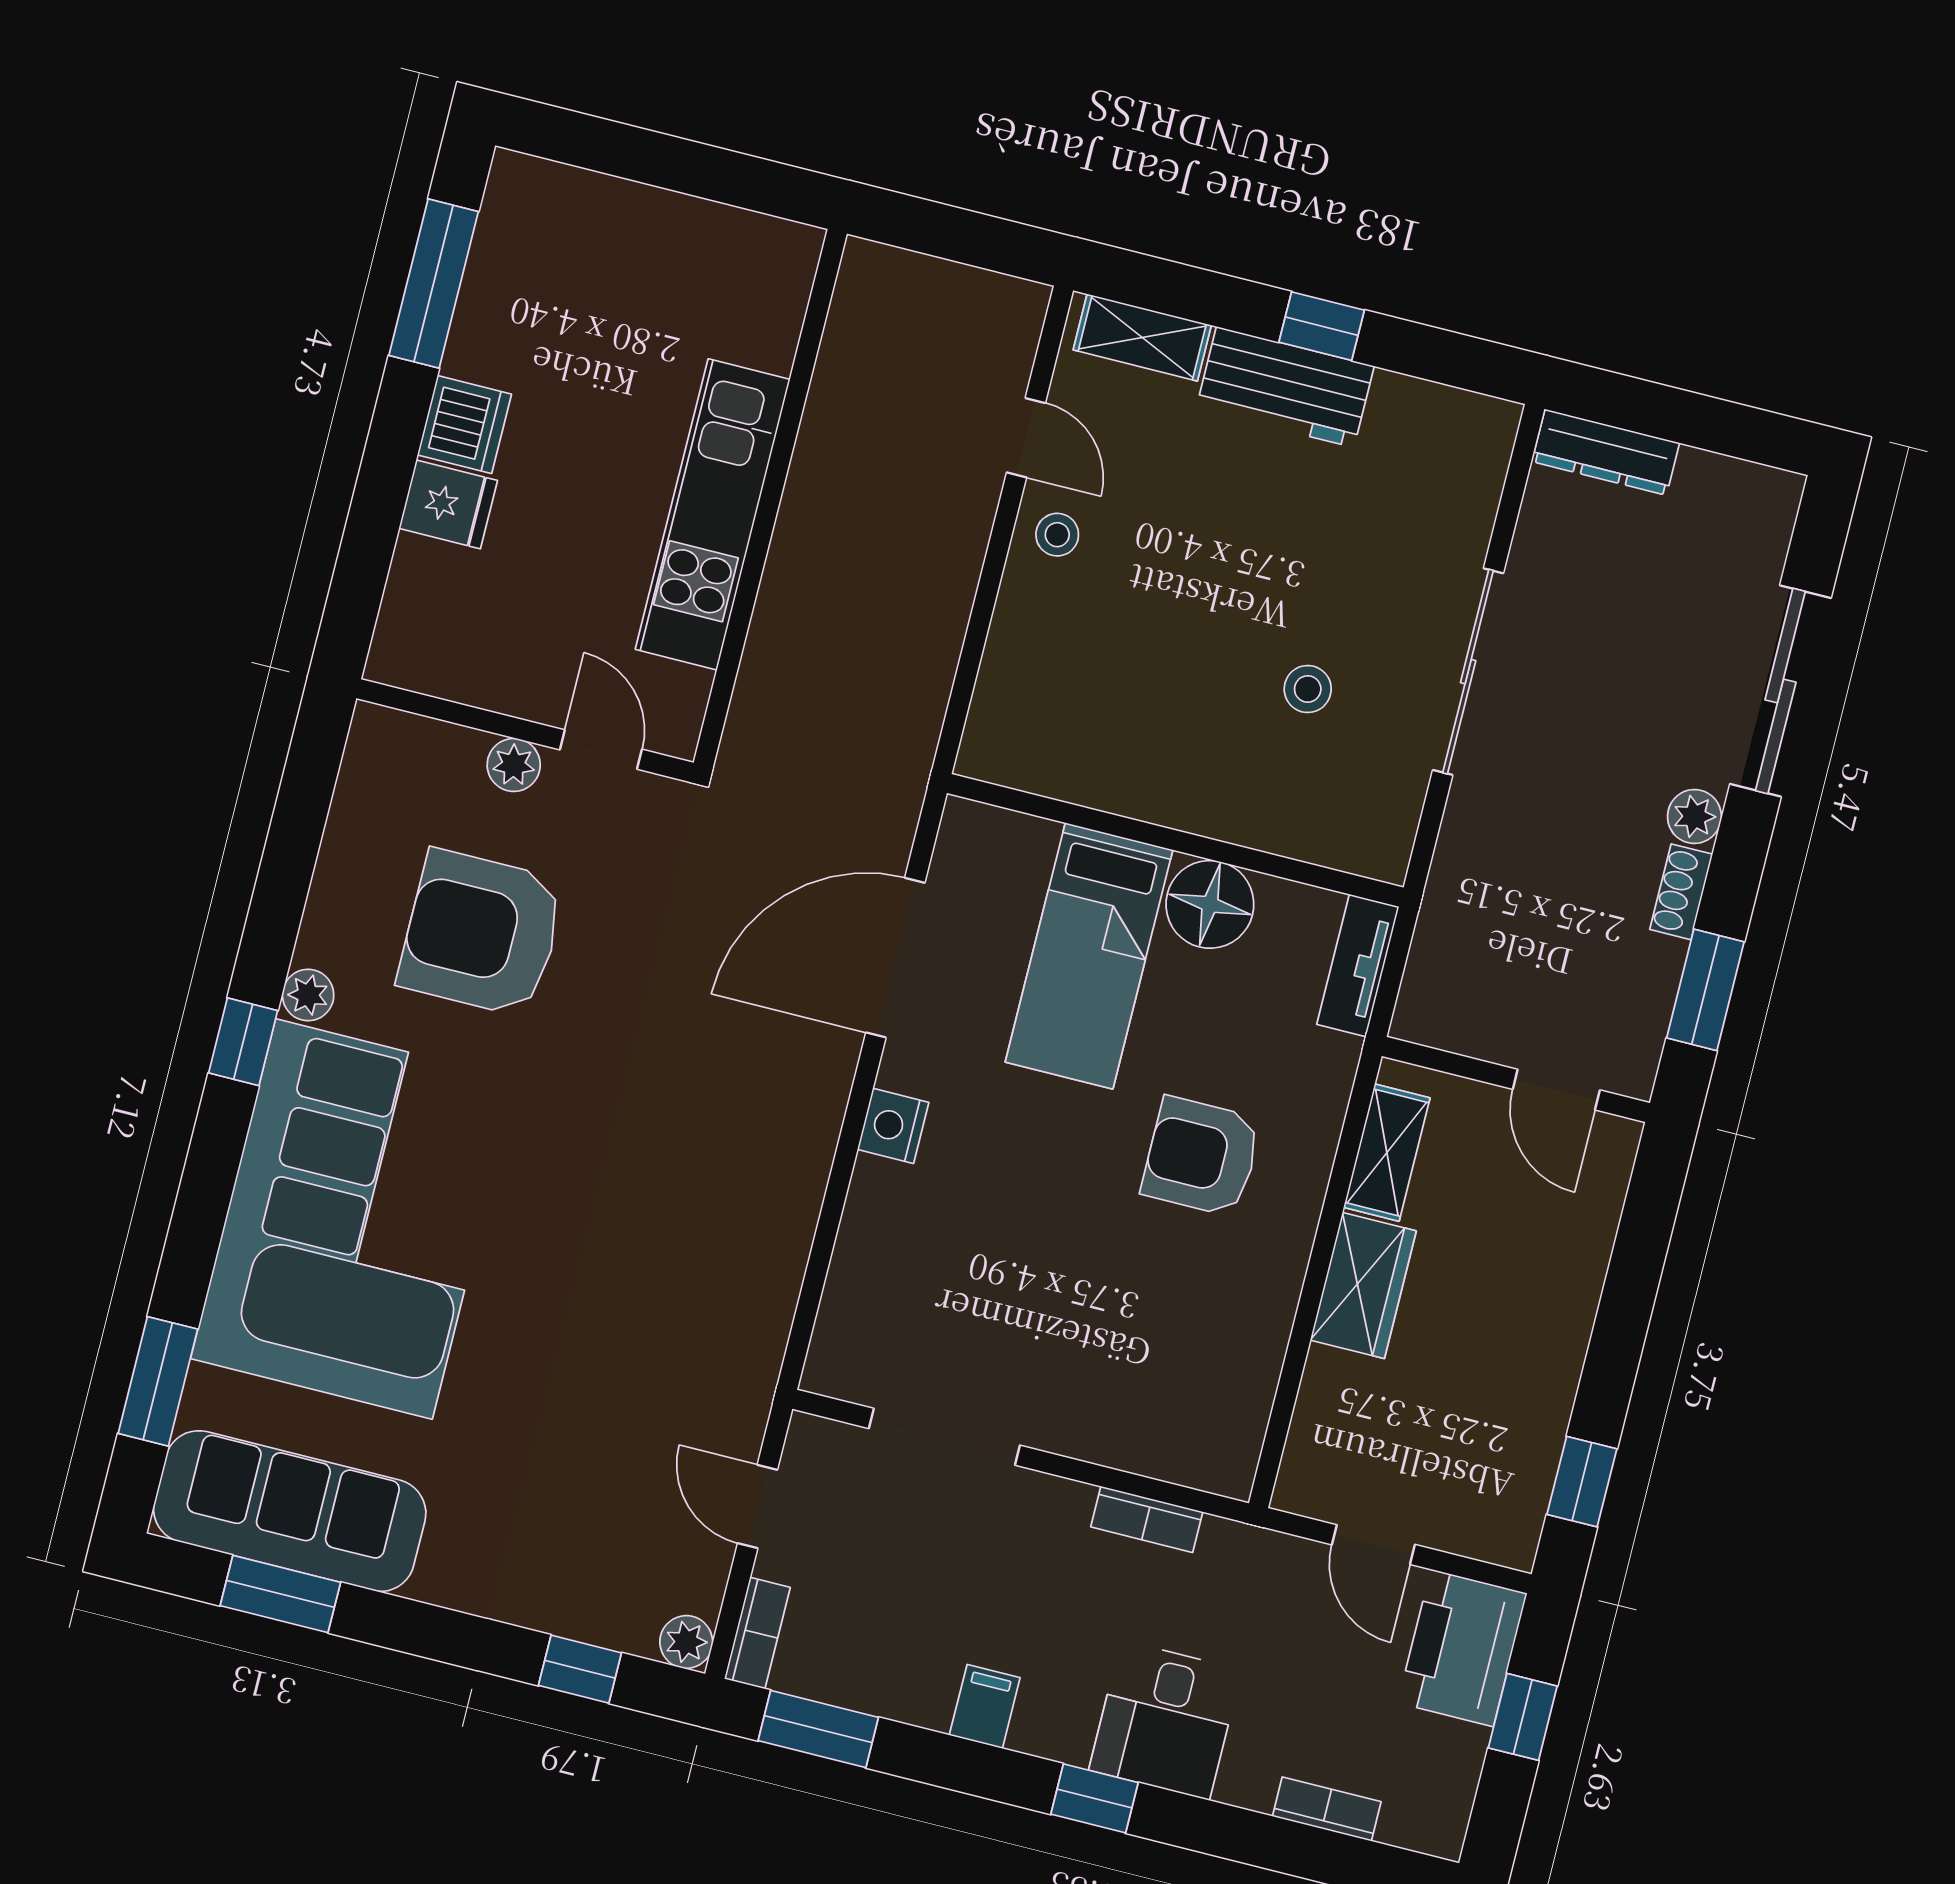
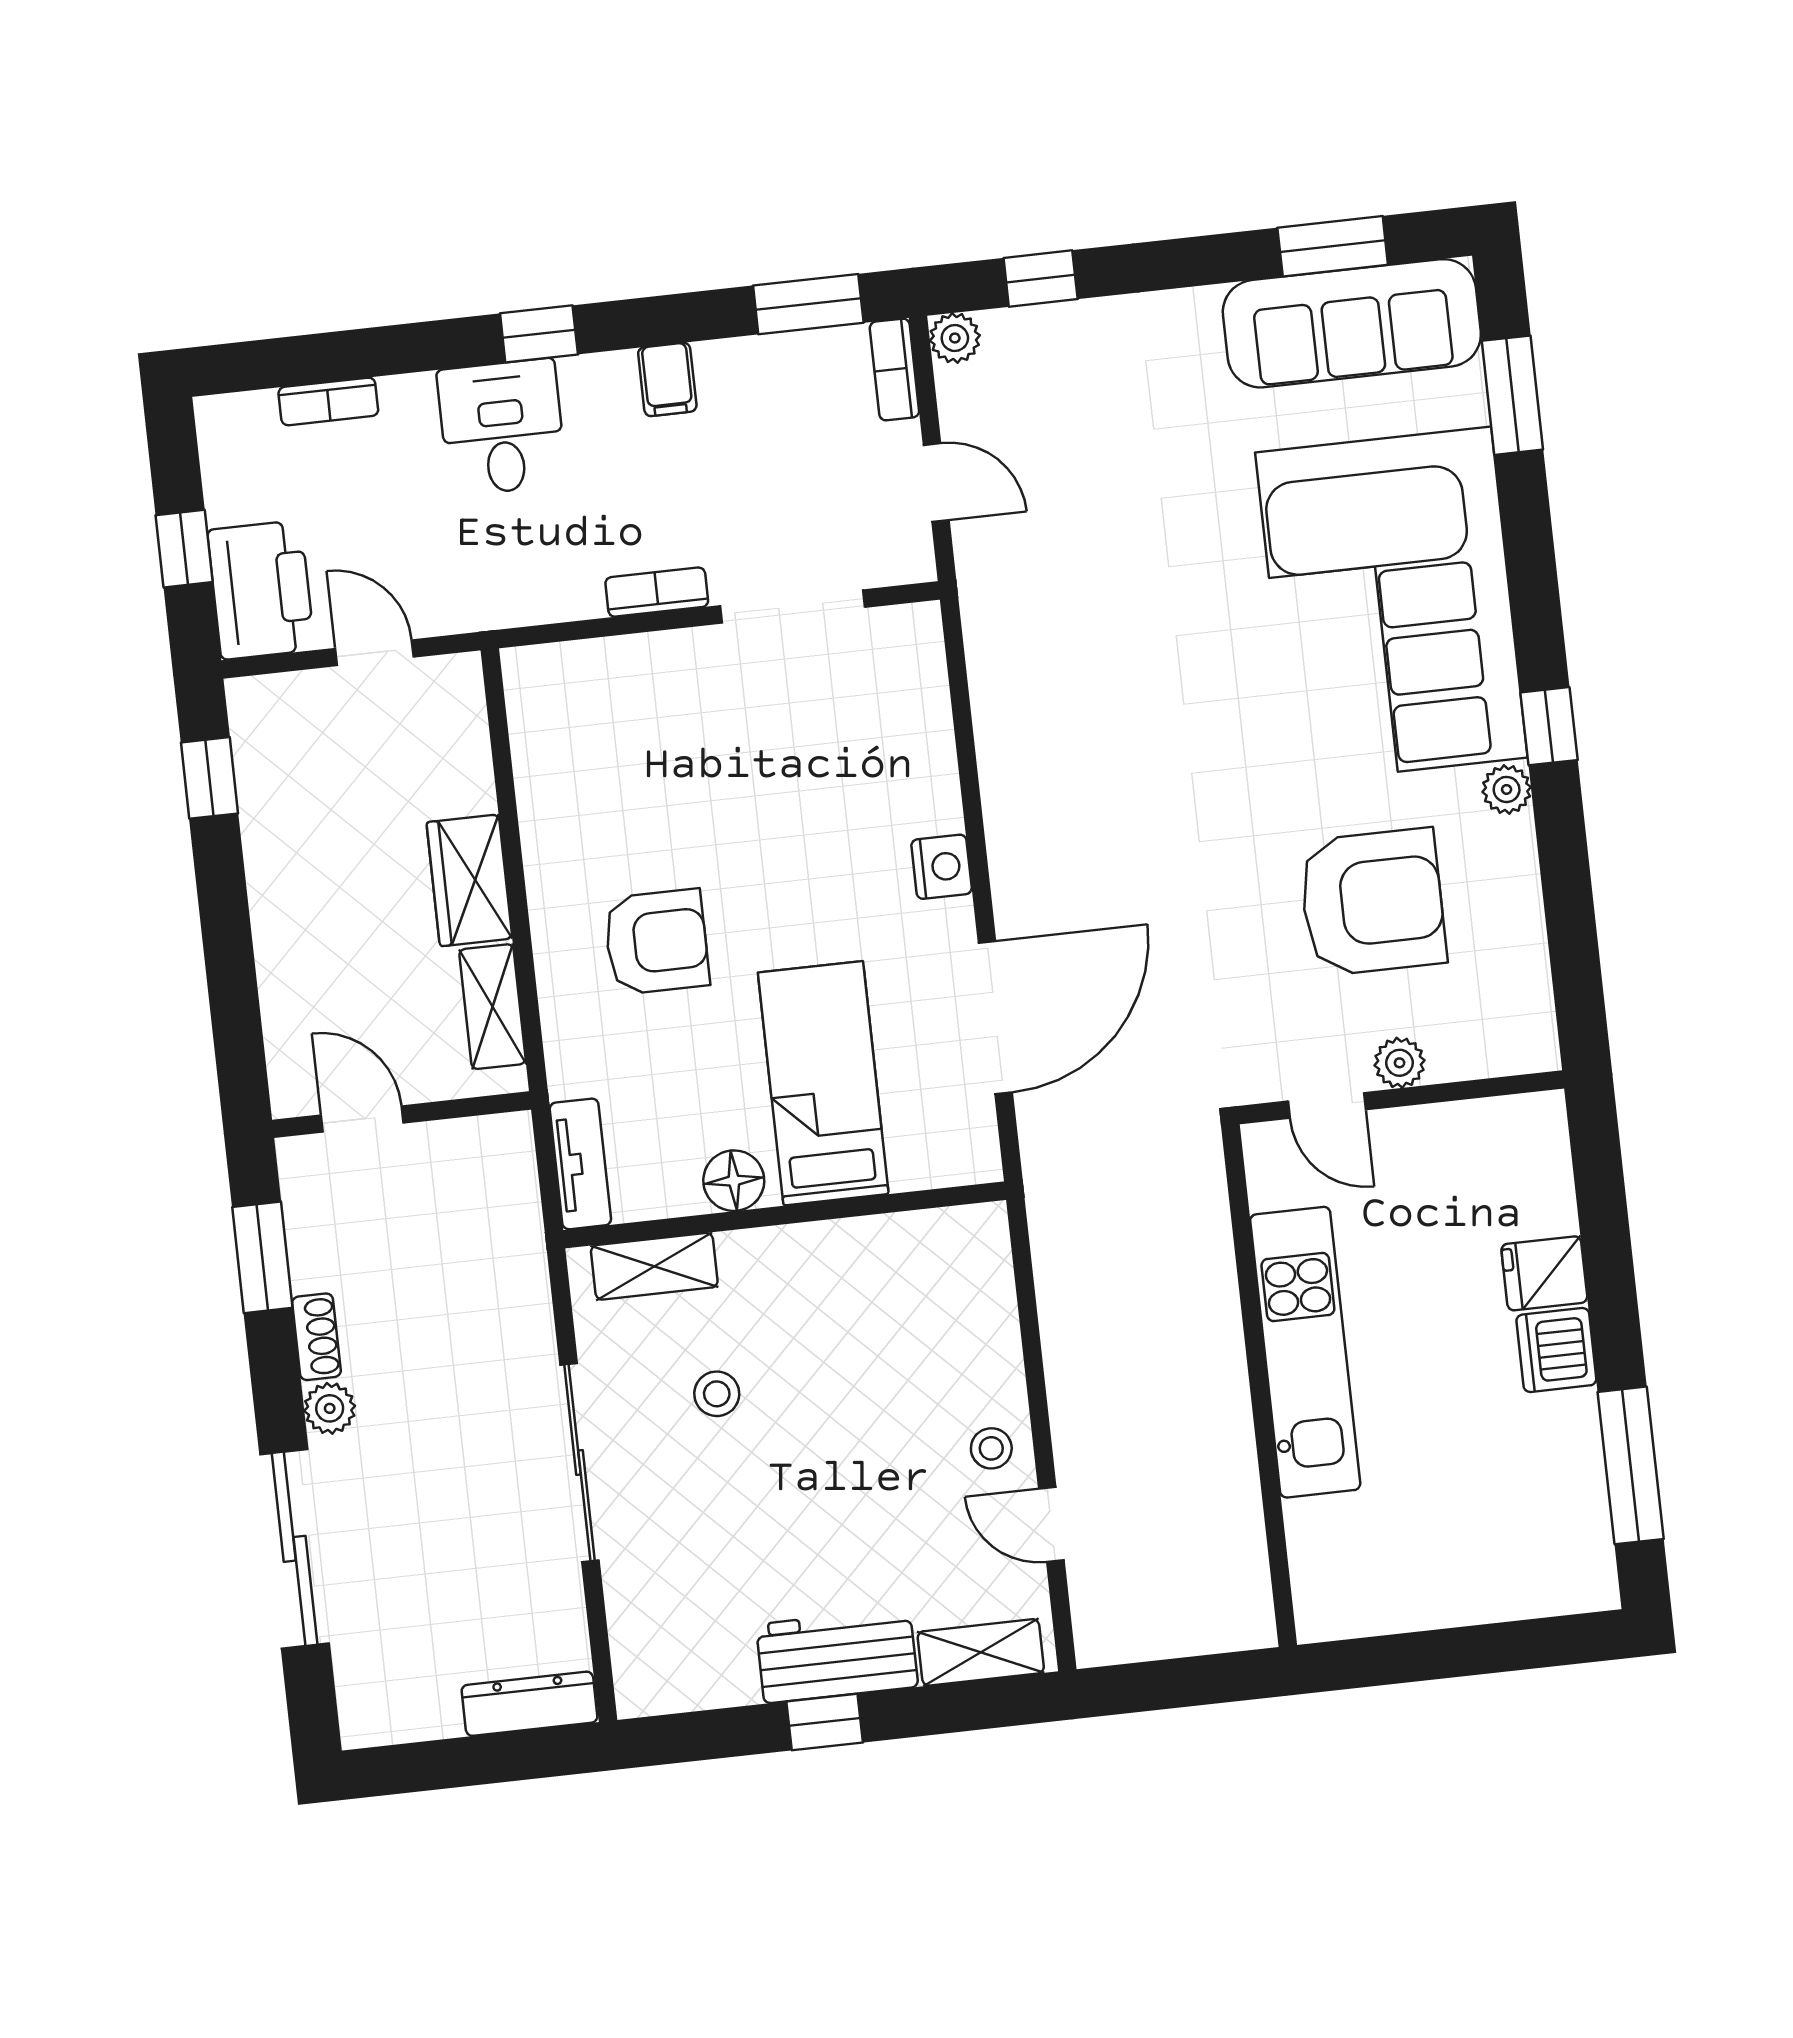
shelving: (1323, 837) -> (654, 1266), added
floor lamp: (1210, 904) -> (734, 1181), width x0.73, depth x0.73
bookcase: (1147, 1519) -> (657, 592), moved

